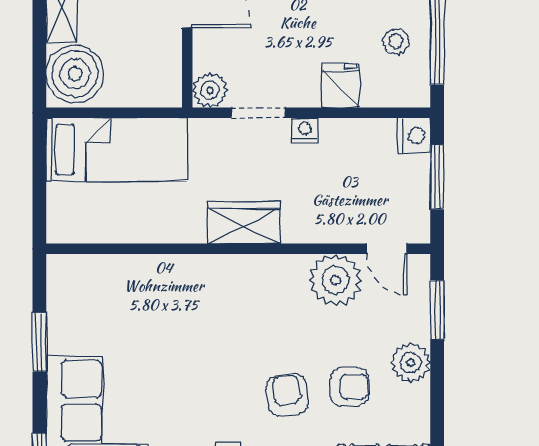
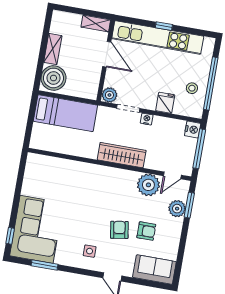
window: (437, 177) -> (199, 149), width x1.44
wardrobe: (244, 223) -> (122, 155), width x1.50
door: (387, 249) -> (172, 175), hinge flipped
window: (39, 342) -> (18, 189), removed
plant: (411, 363) -> (177, 209), moved

